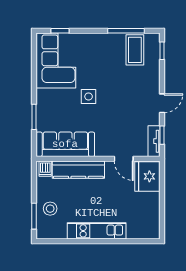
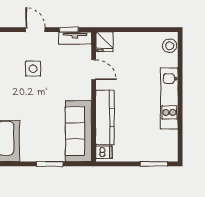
side table: (89, 96) -> (33, 69), moved
door: (124, 159) -> (94, 70), hinge flipped
fridge: (147, 176) -> (105, 42), width x0.53, depth x0.75
stool: (50, 209) -> (170, 46), moved

